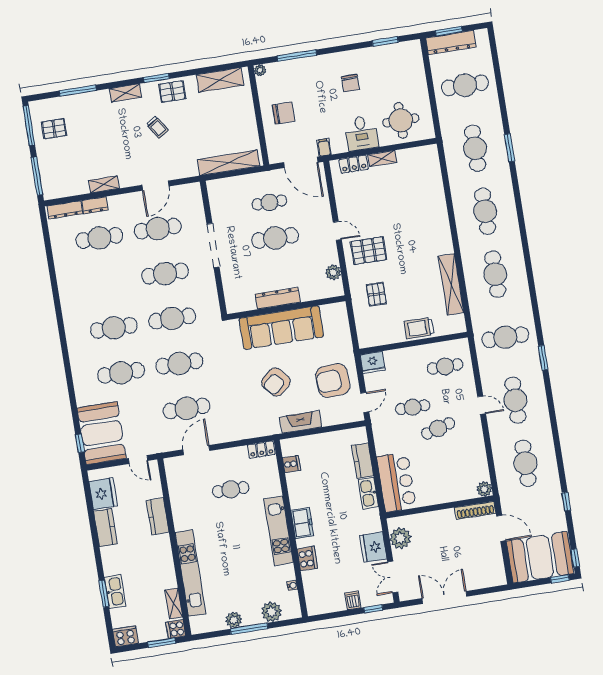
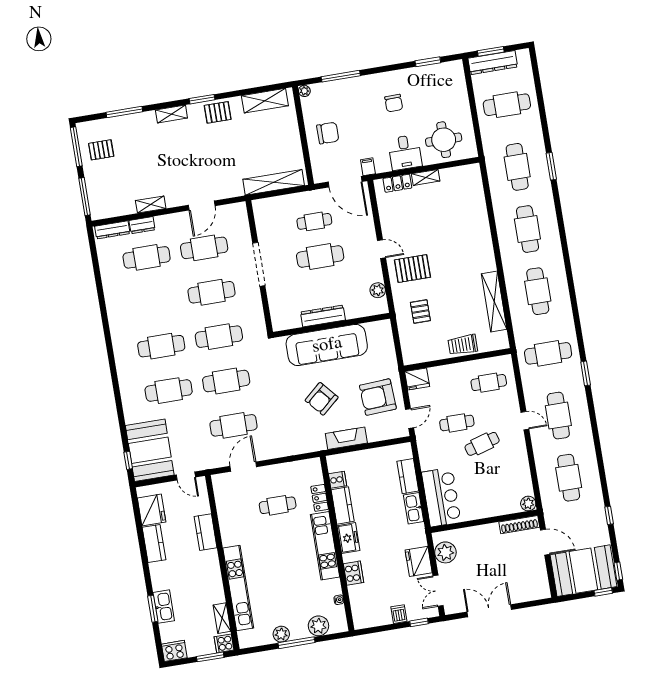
trolley: (157, 127) -> (203, 148), removed
locker: (261, 450) -> (320, 498), moved, turned 90
kitchen counter: (297, 490) -> (343, 506), added

